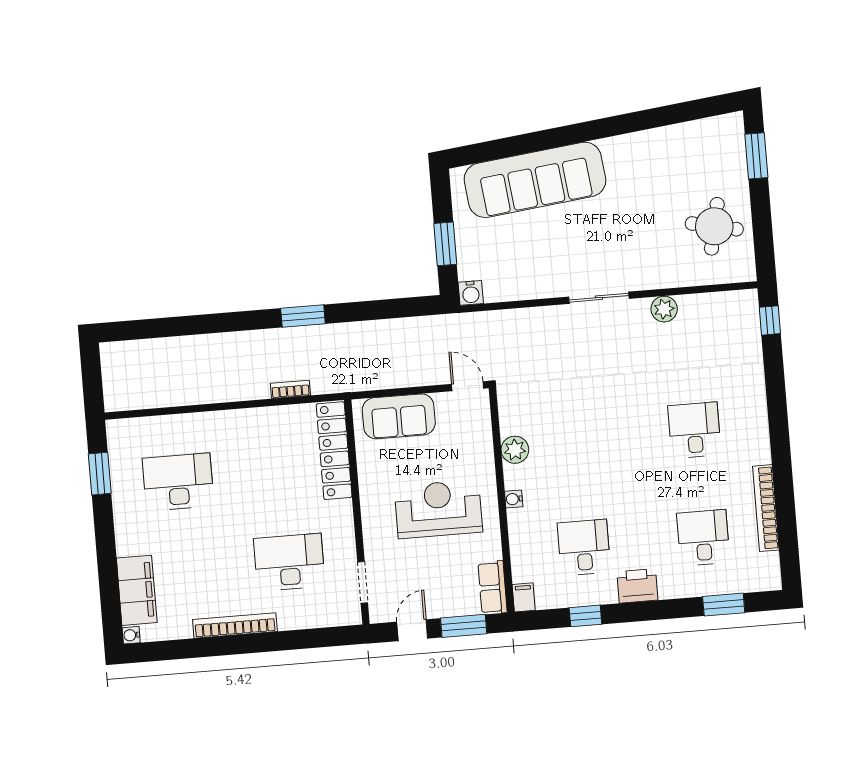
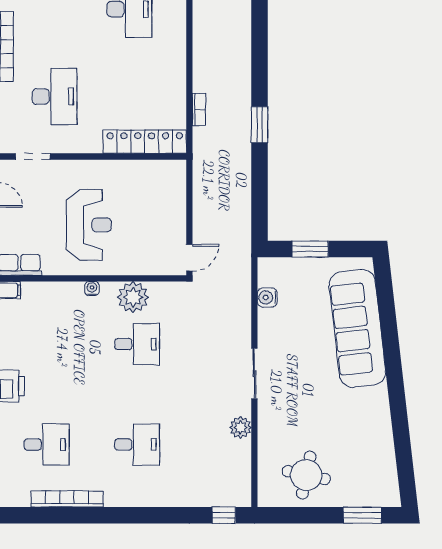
water cooler: (471, 293) -> (267, 297), moved
sofa: (399, 416) -> (169, 198), removed
plant: (515, 450) -> (133, 297), width x1.36, depth x1.36
desk: (584, 547) -> (137, 344), moved

